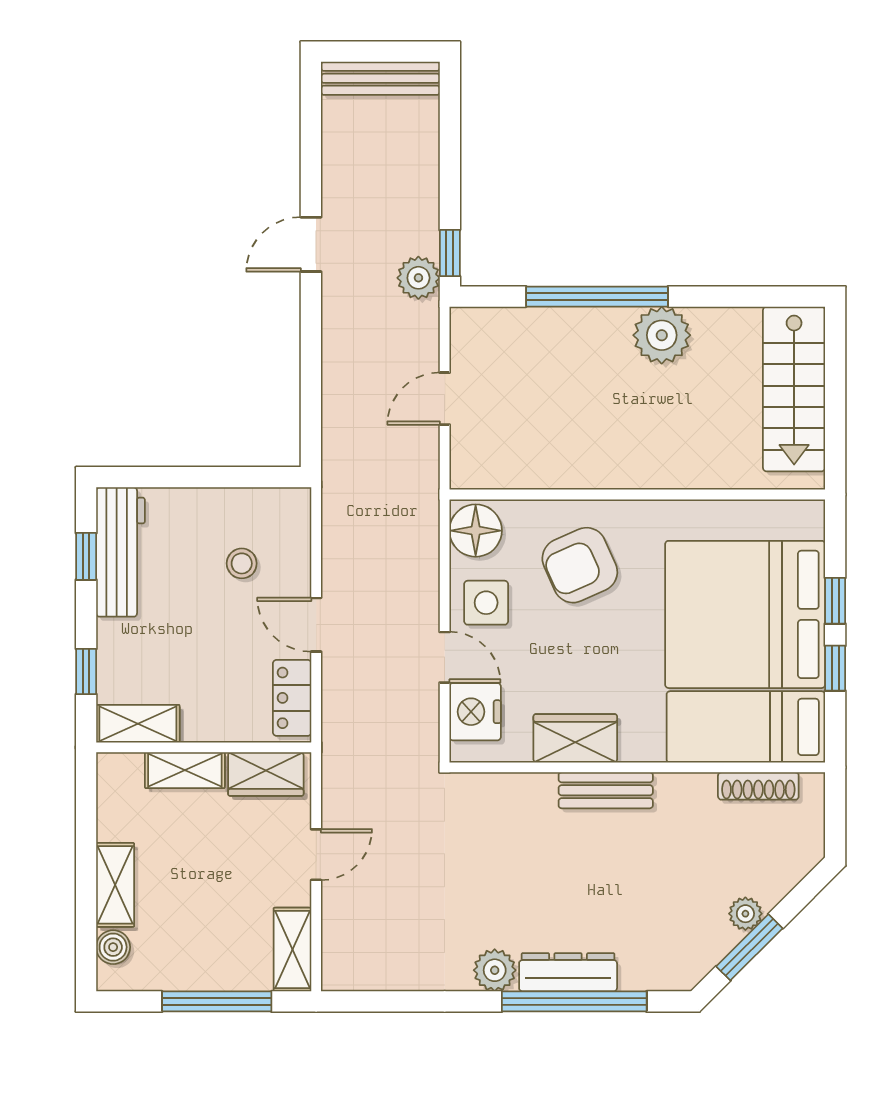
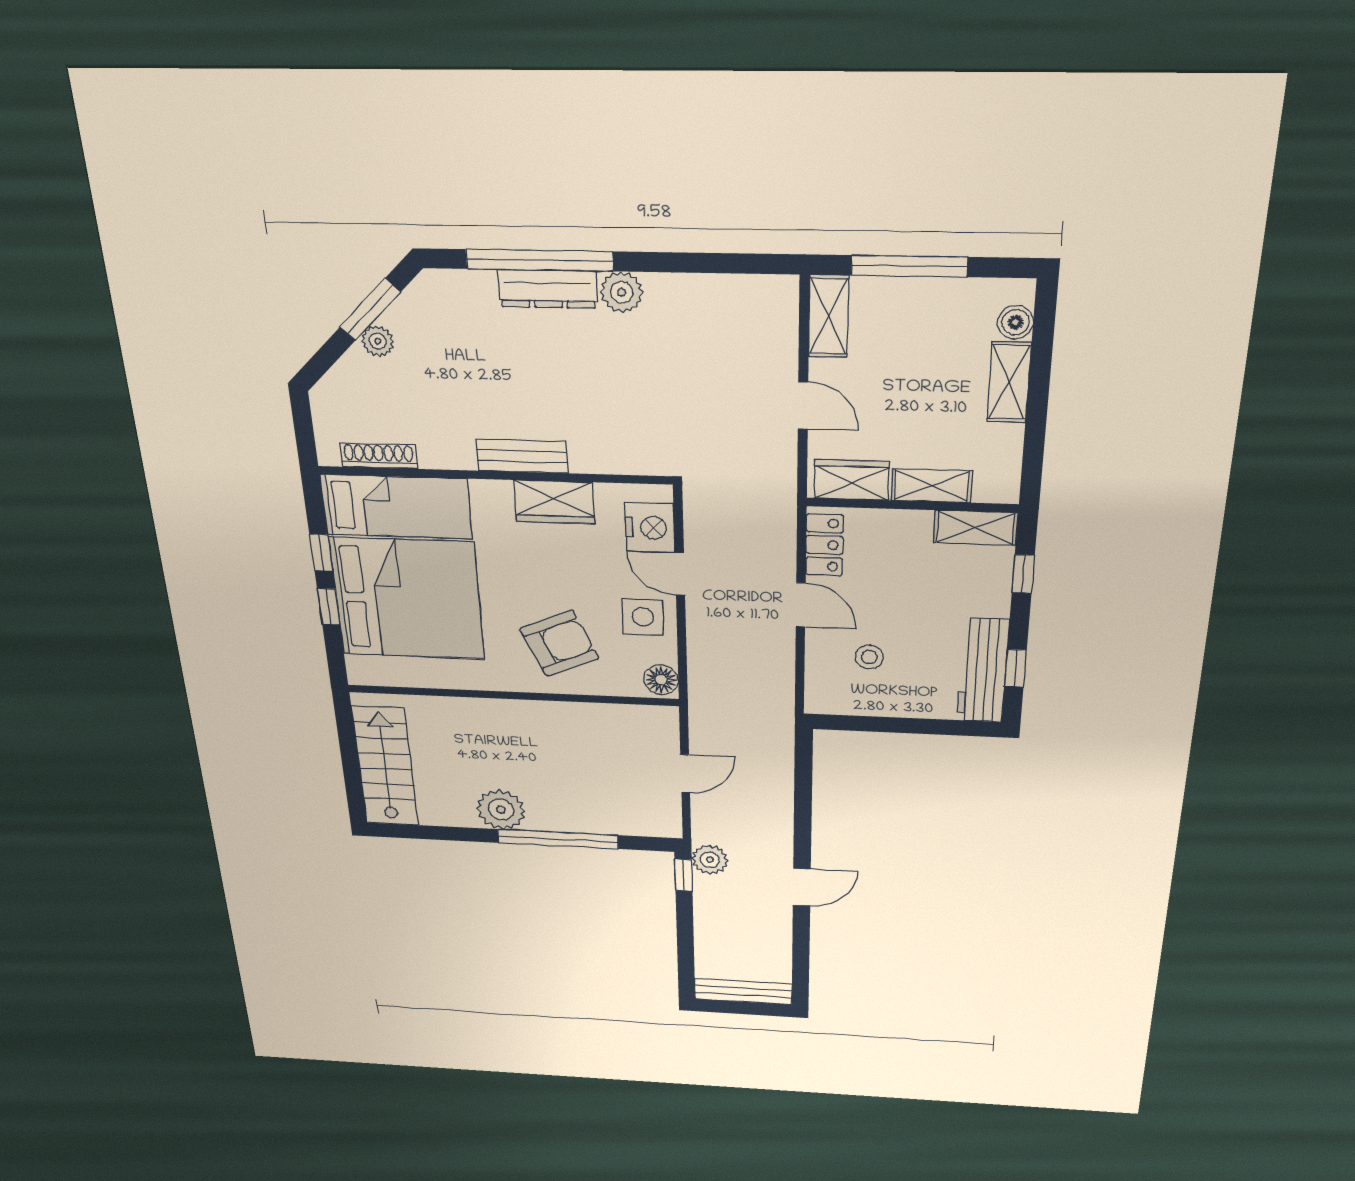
floor lamp: (476, 531) -> (661, 680), width x0.73, depth x0.73
door: (316, 855) -> (803, 406), swing flipped

